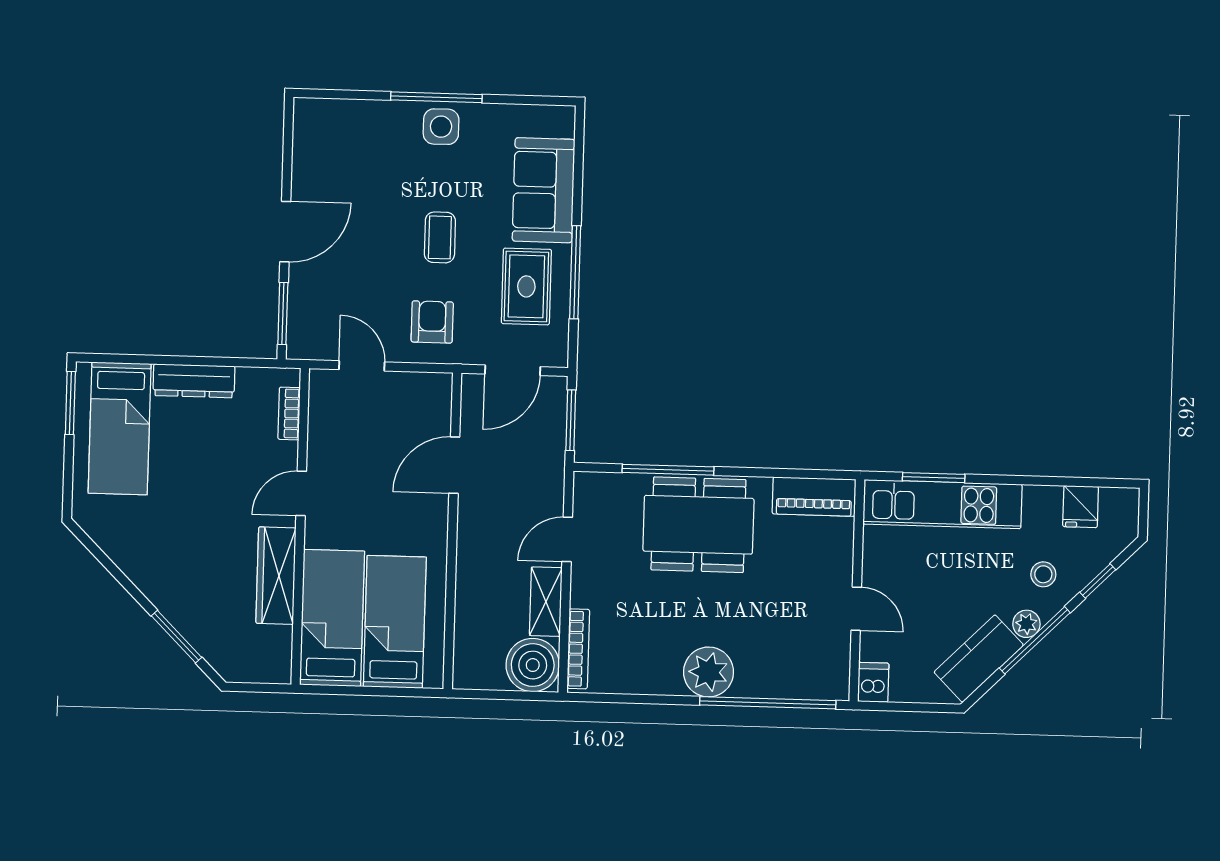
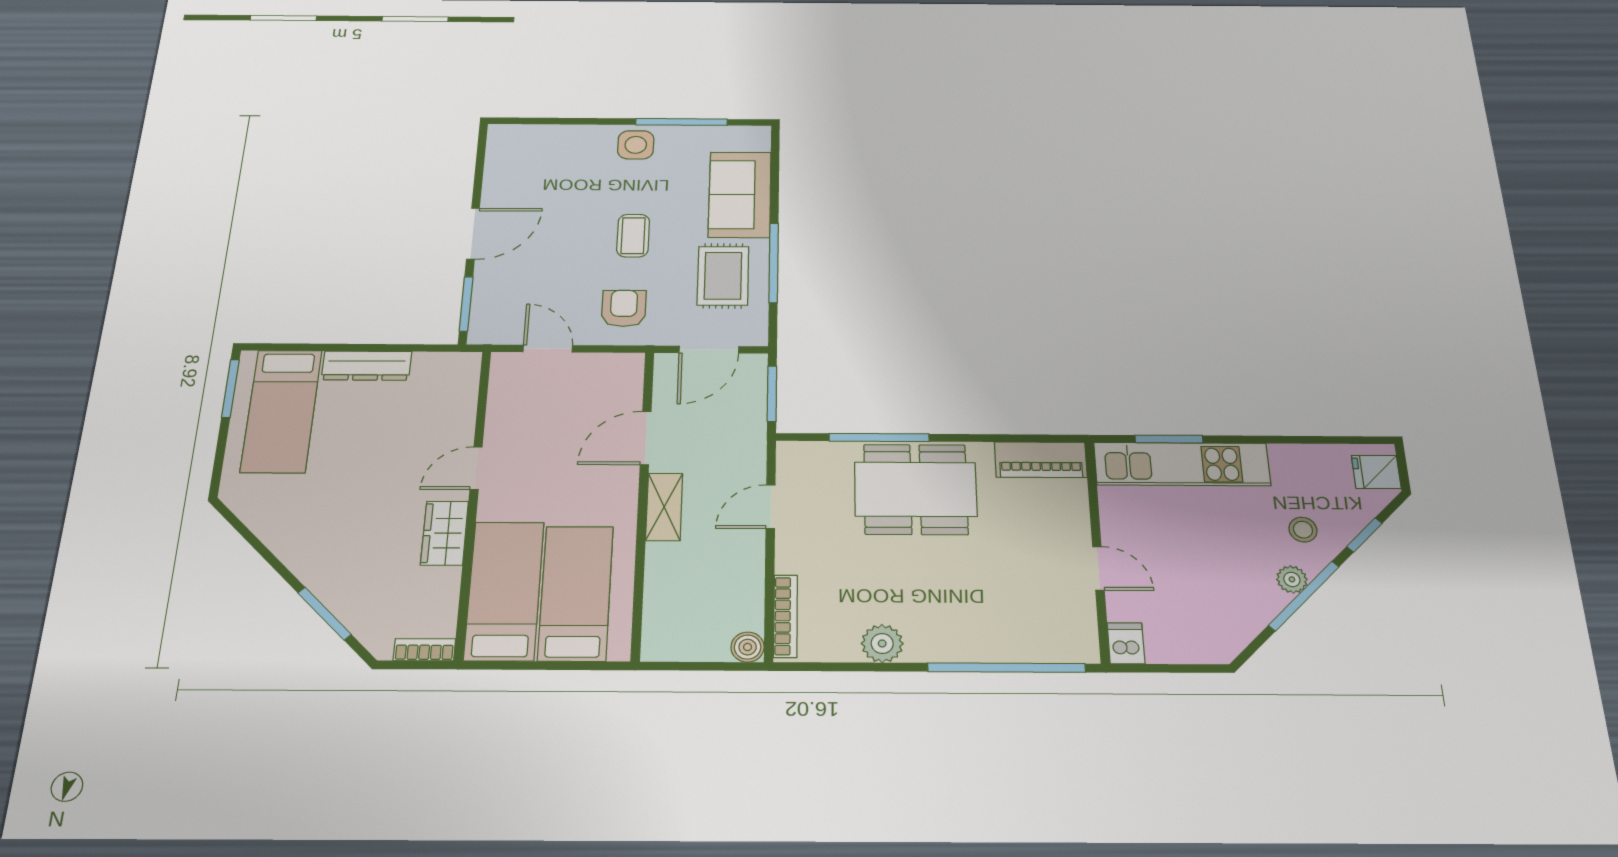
window: (436, 97) -> (681, 122), moved
bookcase: (289, 413) -> (424, 650), moved, turned 90
fridge: (1081, 507) -> (1376, 472), moved, turned 90
wardrobe: (276, 576) -> (445, 533), width x0.67
shelving: (546, 602) -> (664, 507), moved
kitchen counter: (979, 659) -> (1243, 616), removed
boiler: (533, 665) -> (748, 647), width x0.54, depth x0.54
plant: (709, 672) -> (882, 644), moved, width x0.73, depth x0.73

